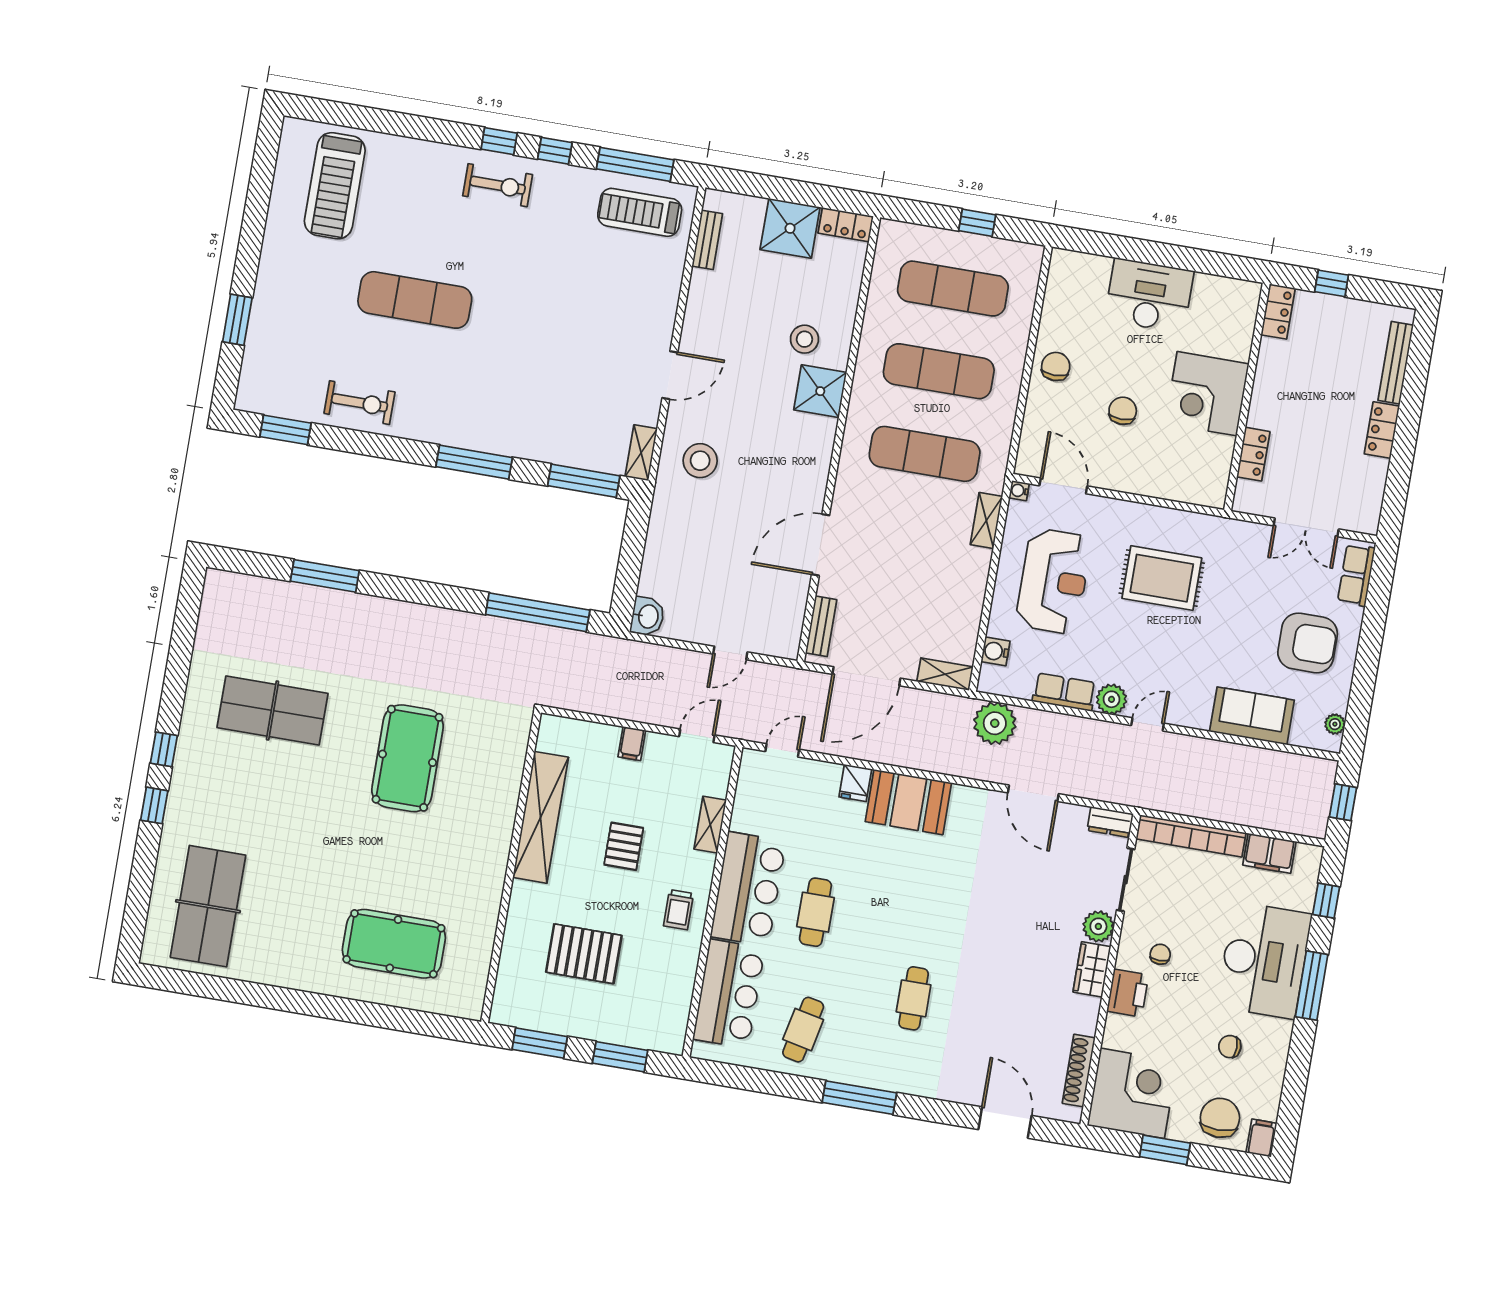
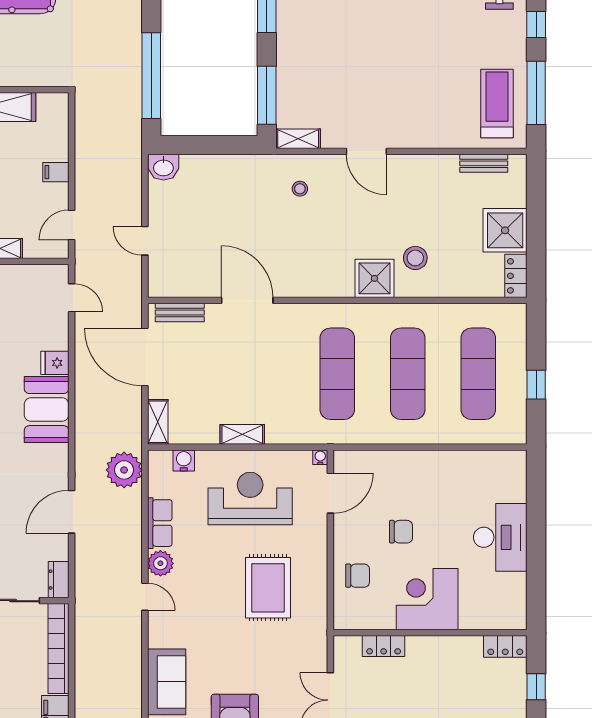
chair: (1056, 366) -> (358, 576), moved
stool: (700, 461) -> (300, 189), width x0.53, depth x0.53
shelving: (986, 520) -> (242, 434), moved
reception desk: (1054, 581) -> (250, 499), turned 180
door: (697, 736) -> (72, 225), swing flipped

